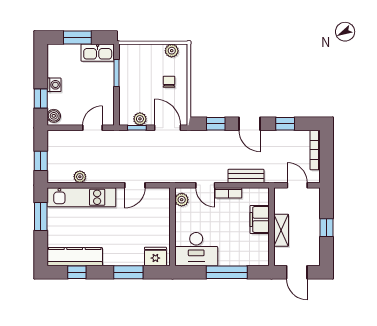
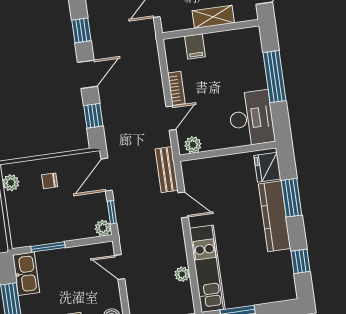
plant: (140, 119) -> (103, 228), moved
bench: (246, 176) -> (167, 170), moved
filing cabinet: (260, 219) -> (195, 46), width x0.50
kitchen counter: (75, 257) -> (275, 216), moved

